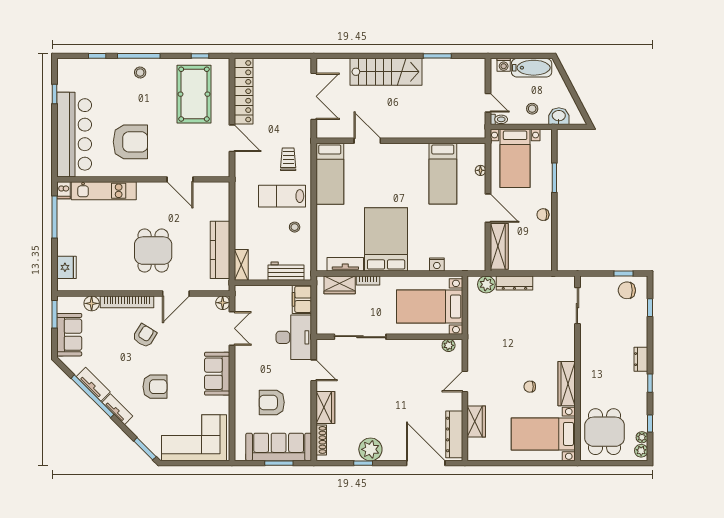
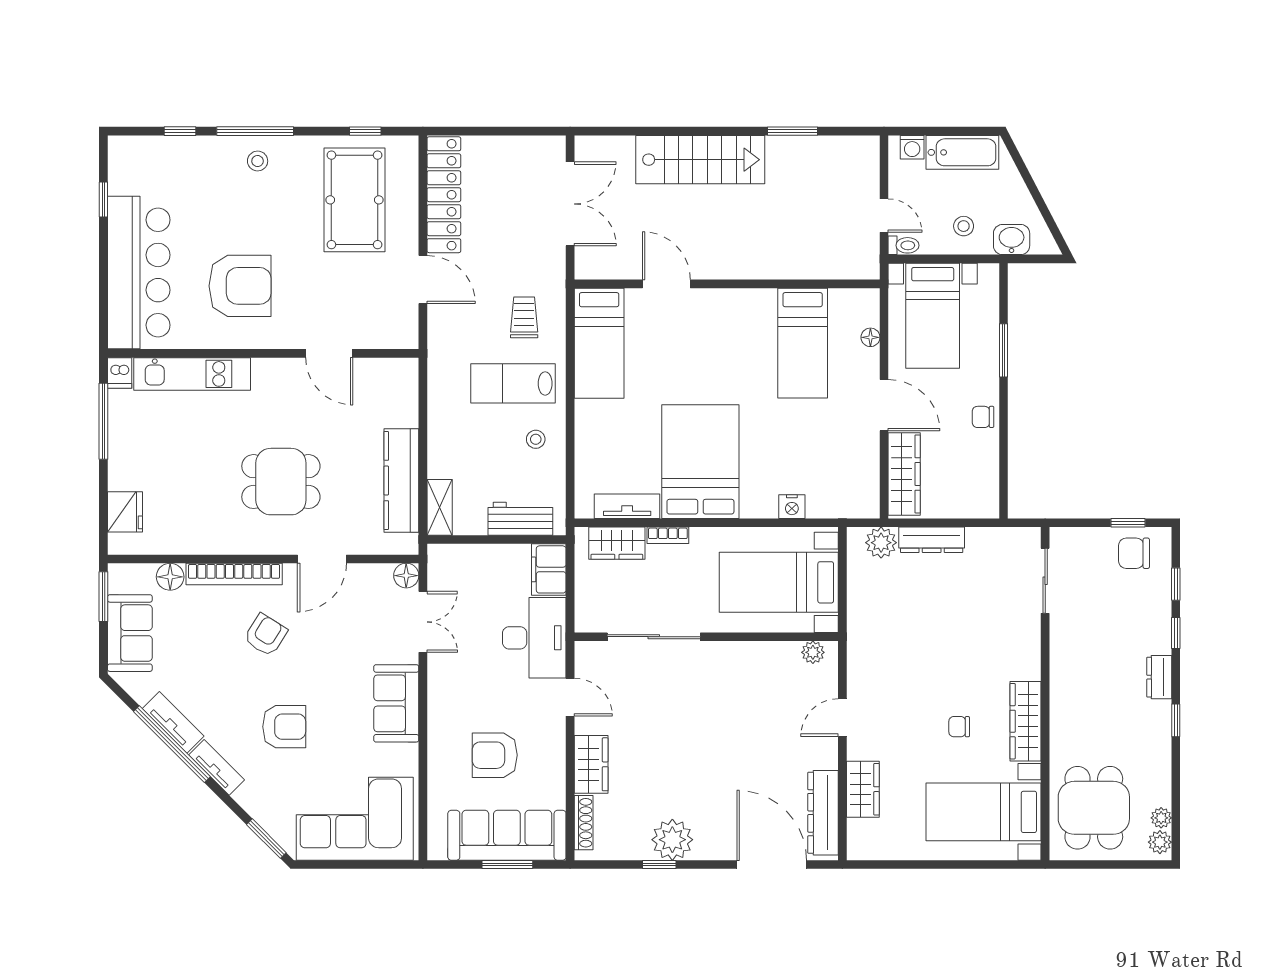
dining table: (153, 251) -> (281, 482), turned 90
window: (650, 424) -> (1176, 633), moved

